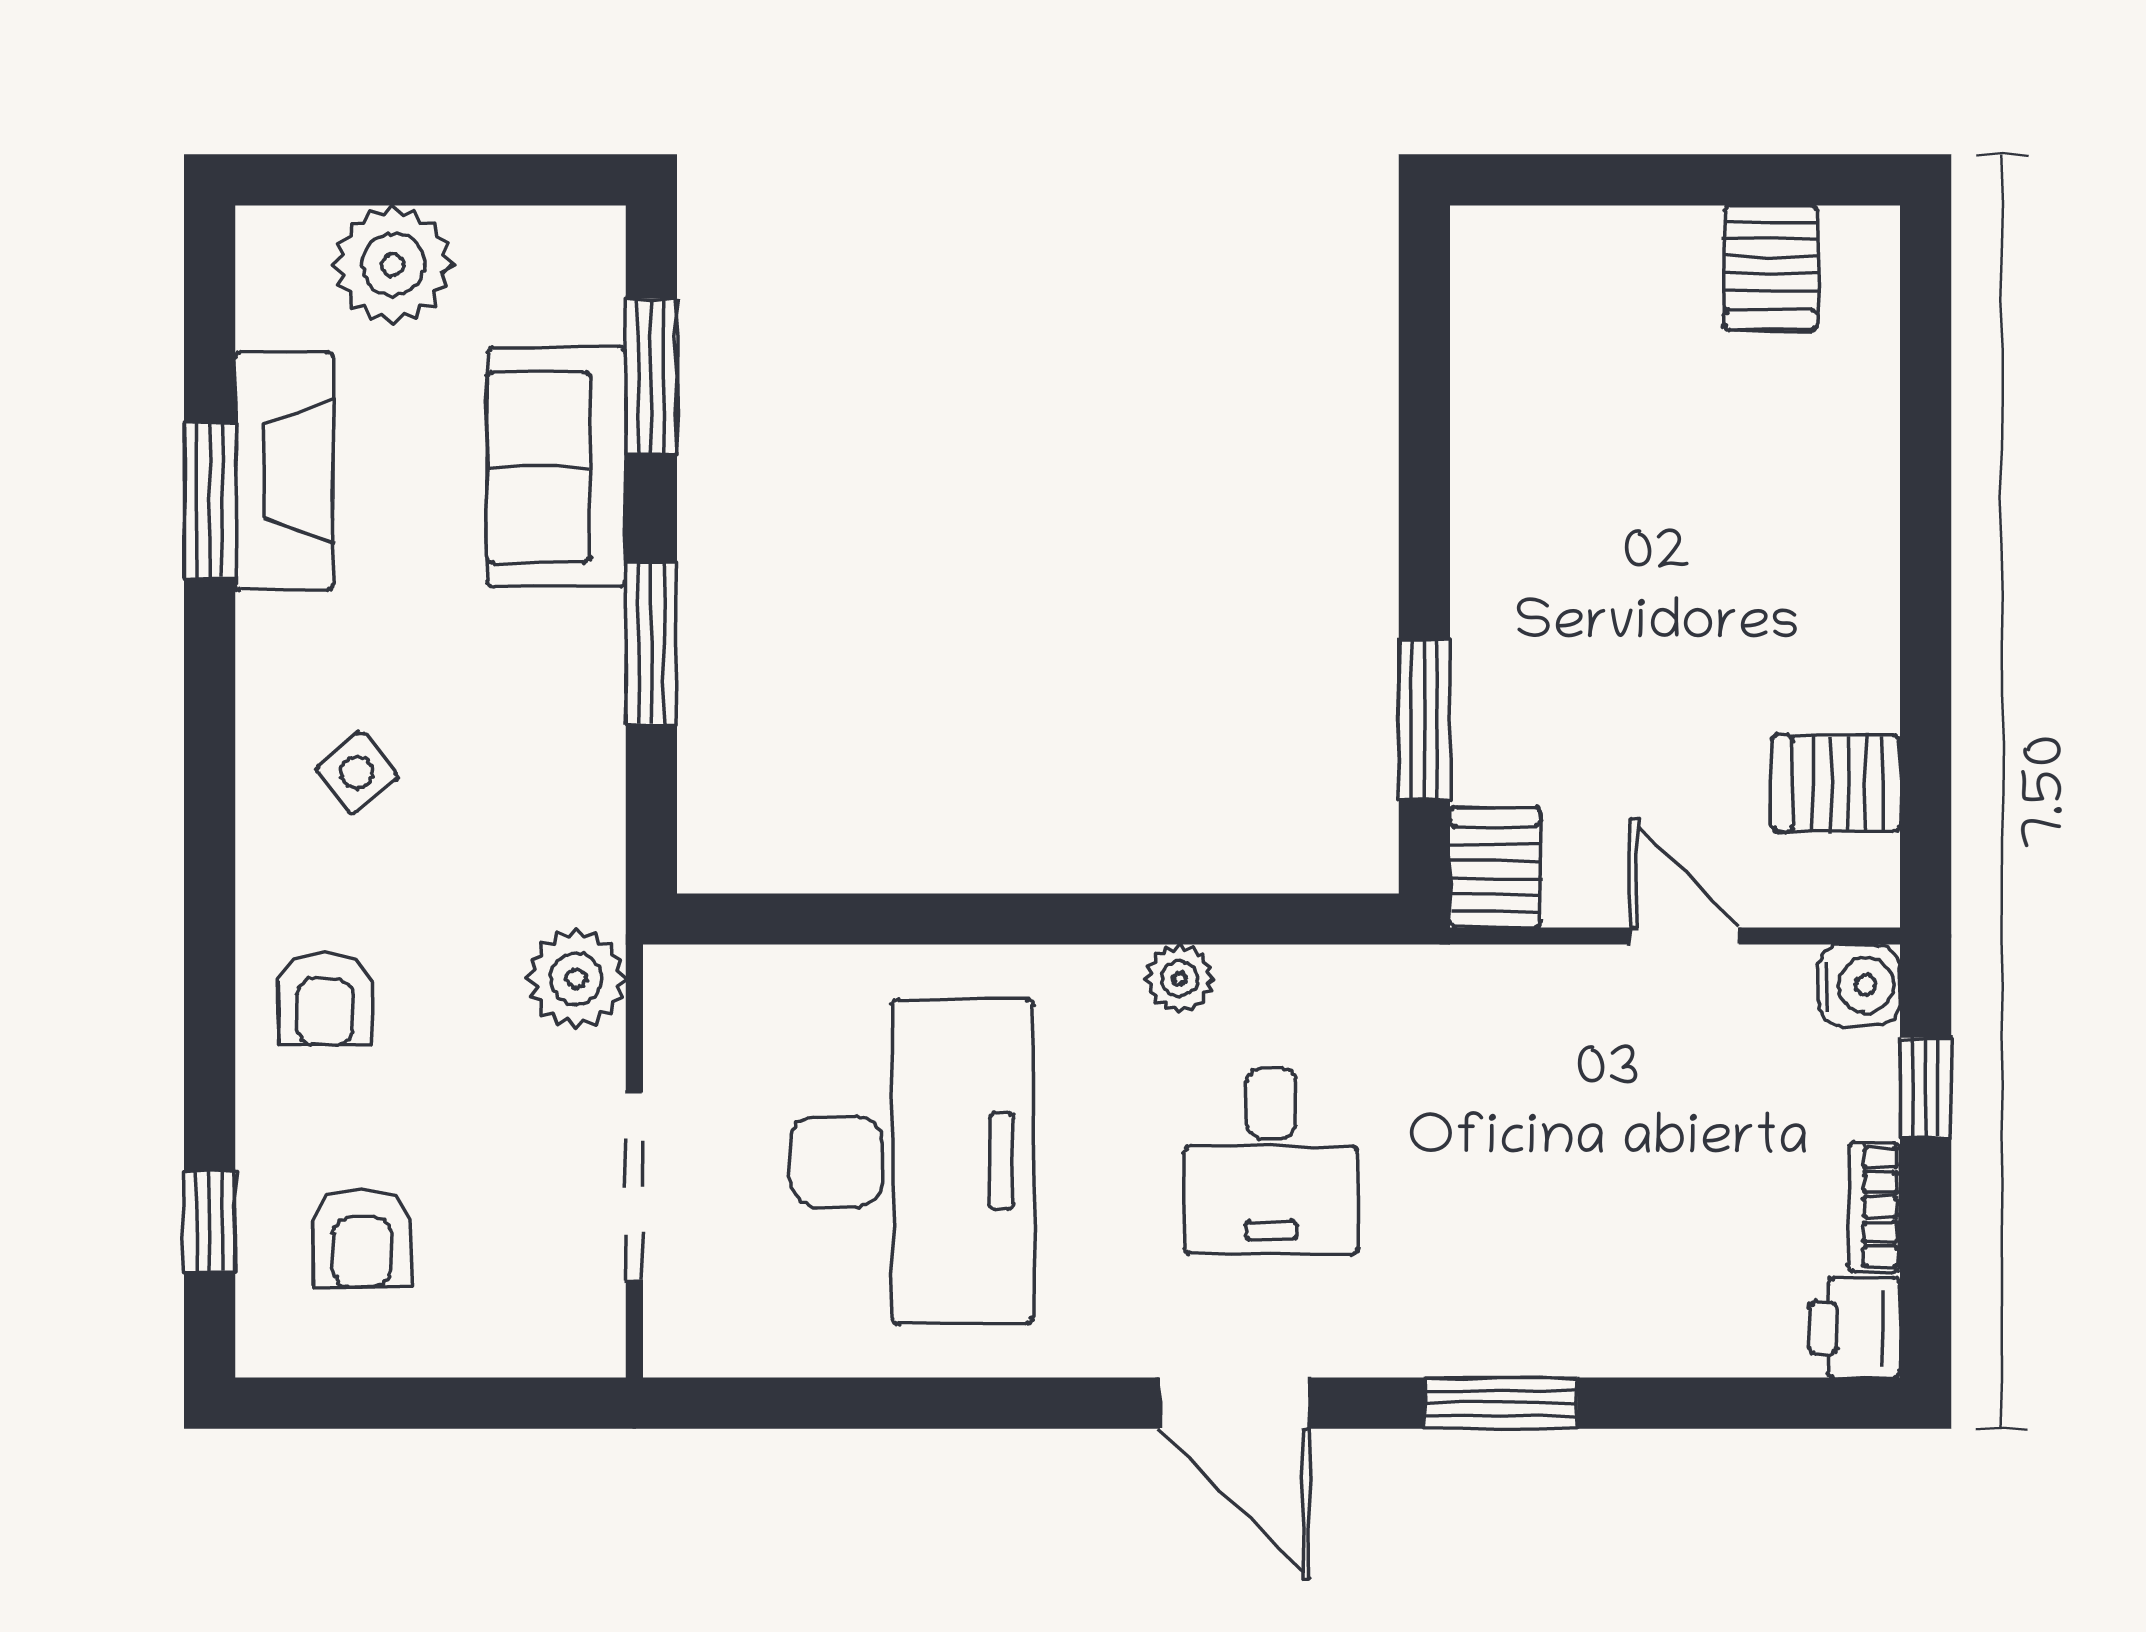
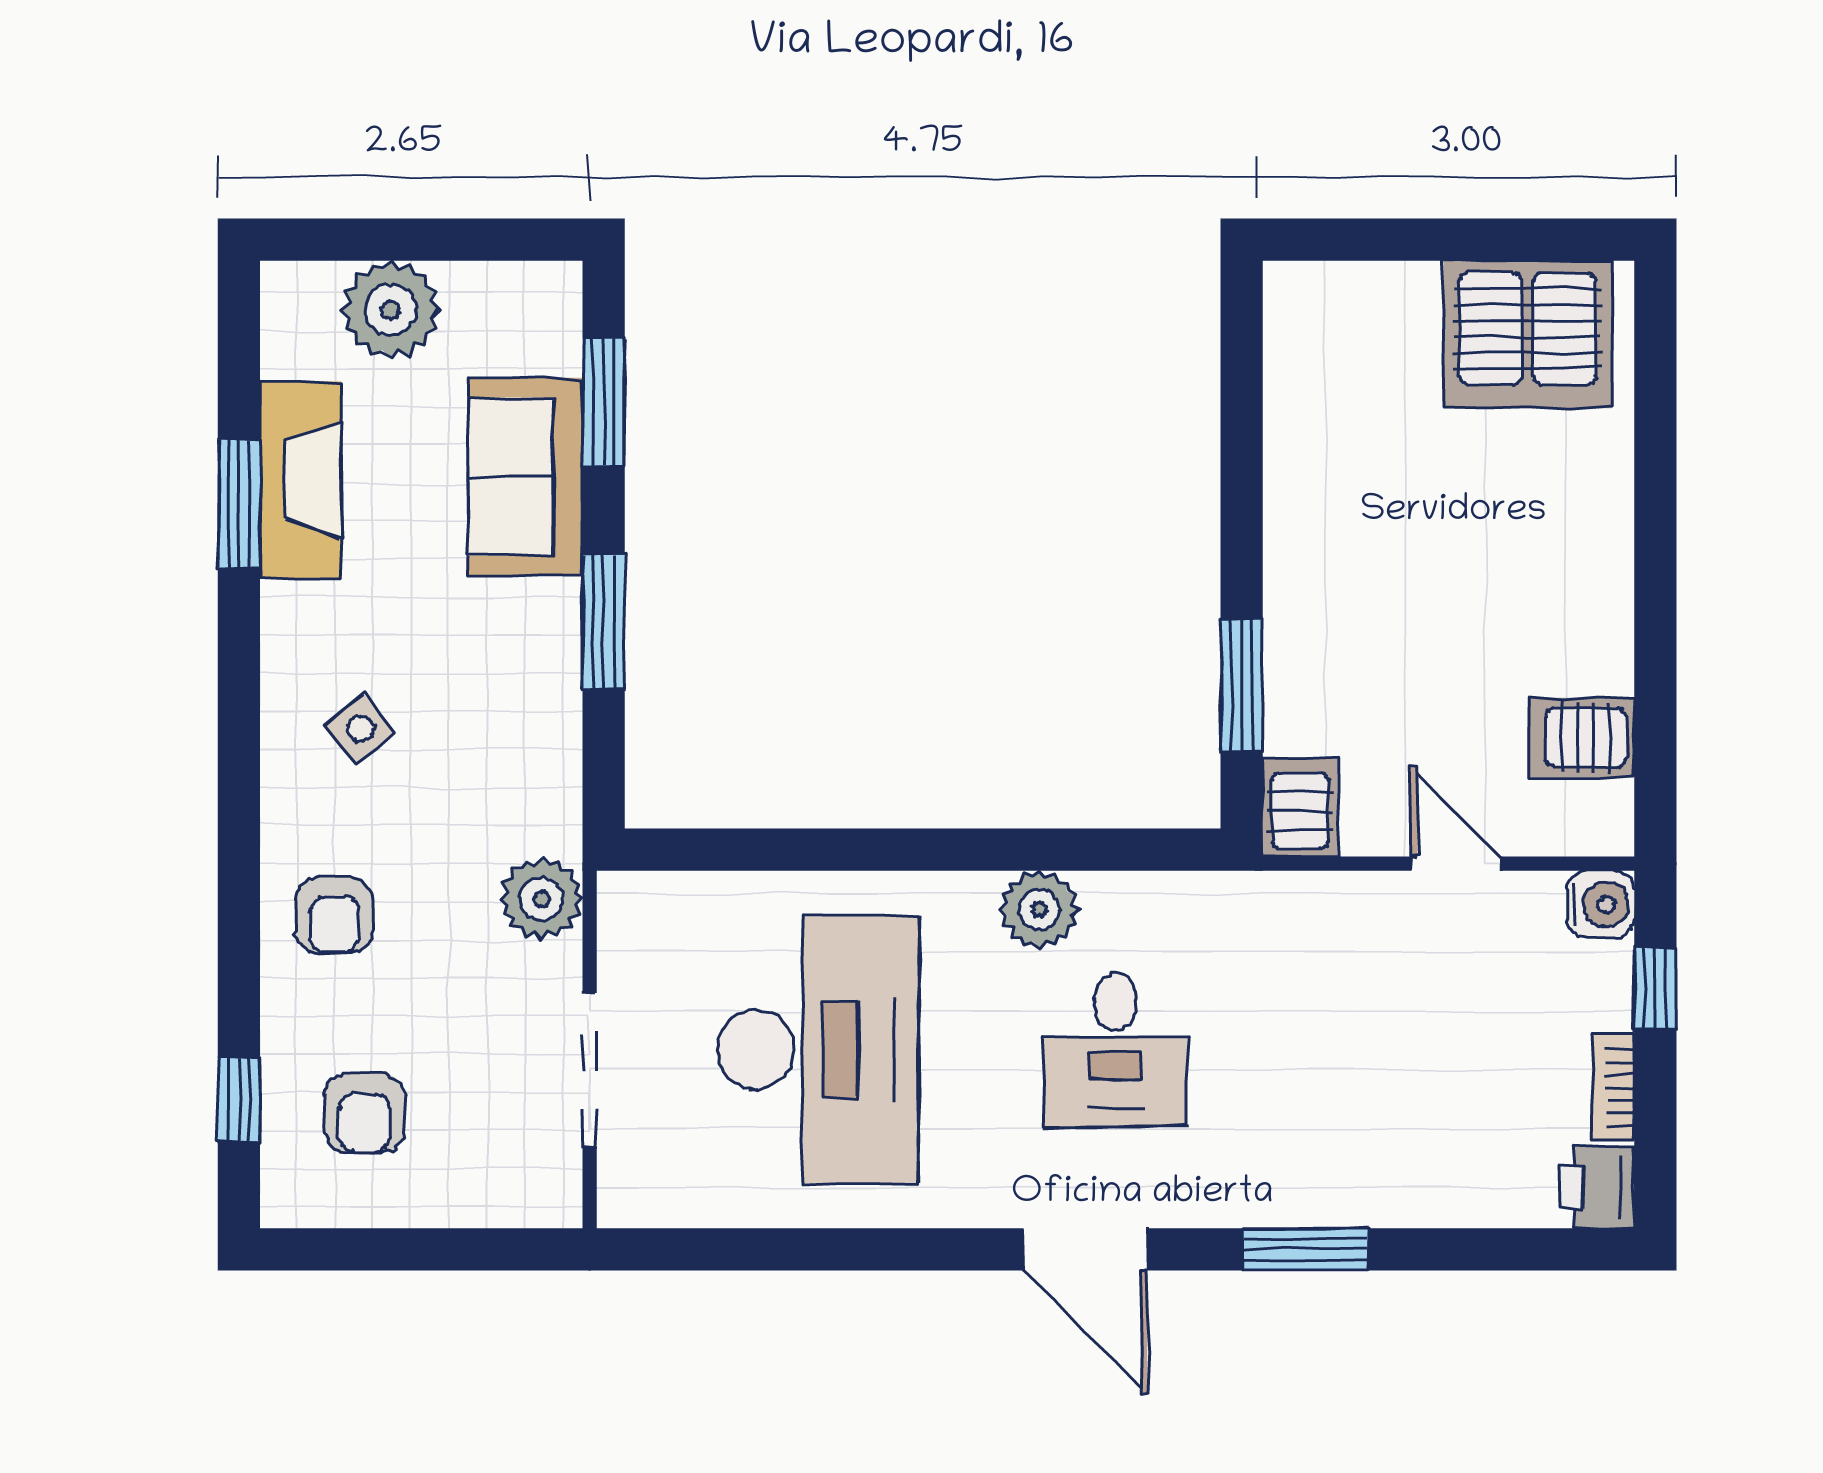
server rack: (1771, 268) -> (1528, 334), width x2.18, depth x1.44
plant: (1179, 979) -> (1039, 910), width x1.38, depth x1.38

